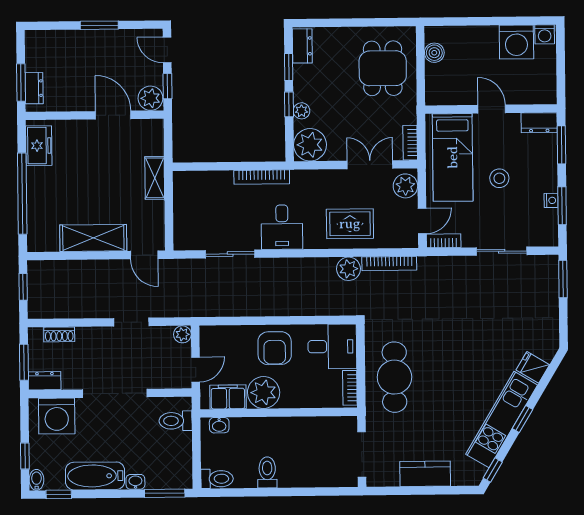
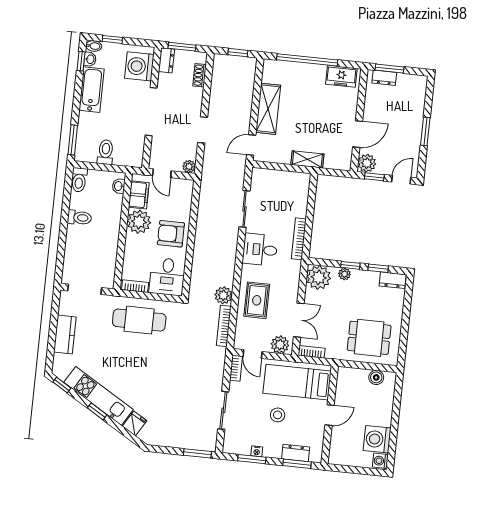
dresser: (539, 123) -> (296, 453), moved, turned 90
toilet: (176, 421) -> (106, 152), moved
washbasin: (135, 482) -> (90, 59), moved

